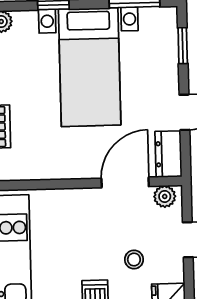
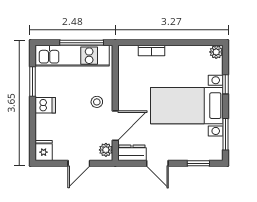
door: (125, 182) -> (115, 126), hinge flipped
stool: (134, 260) -> (97, 102), moved

